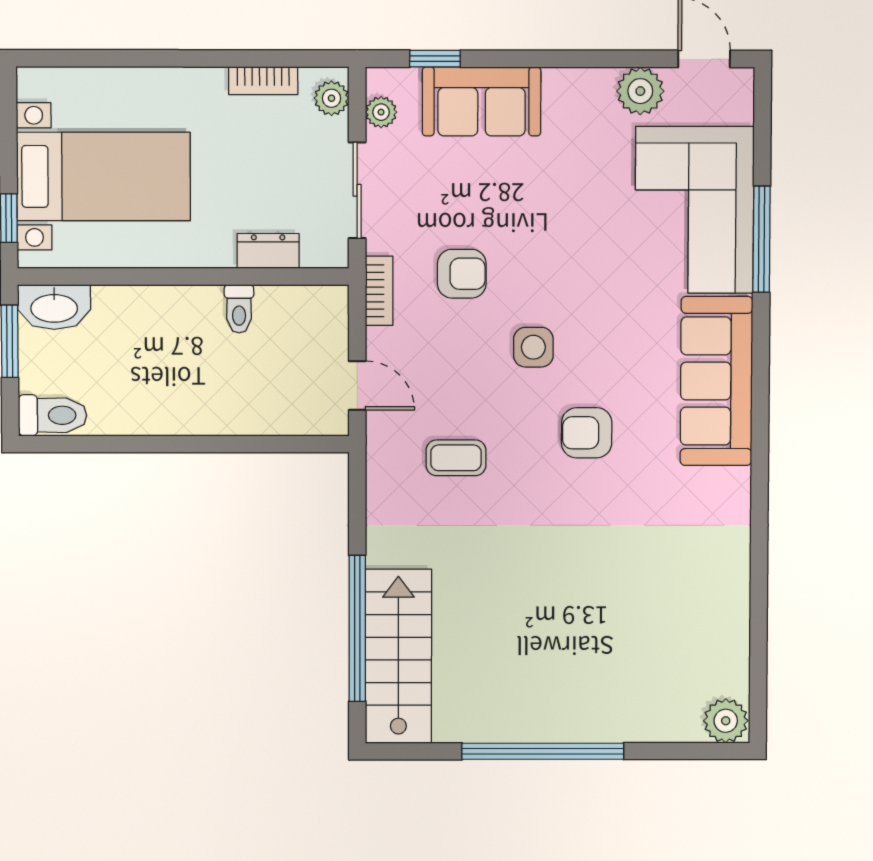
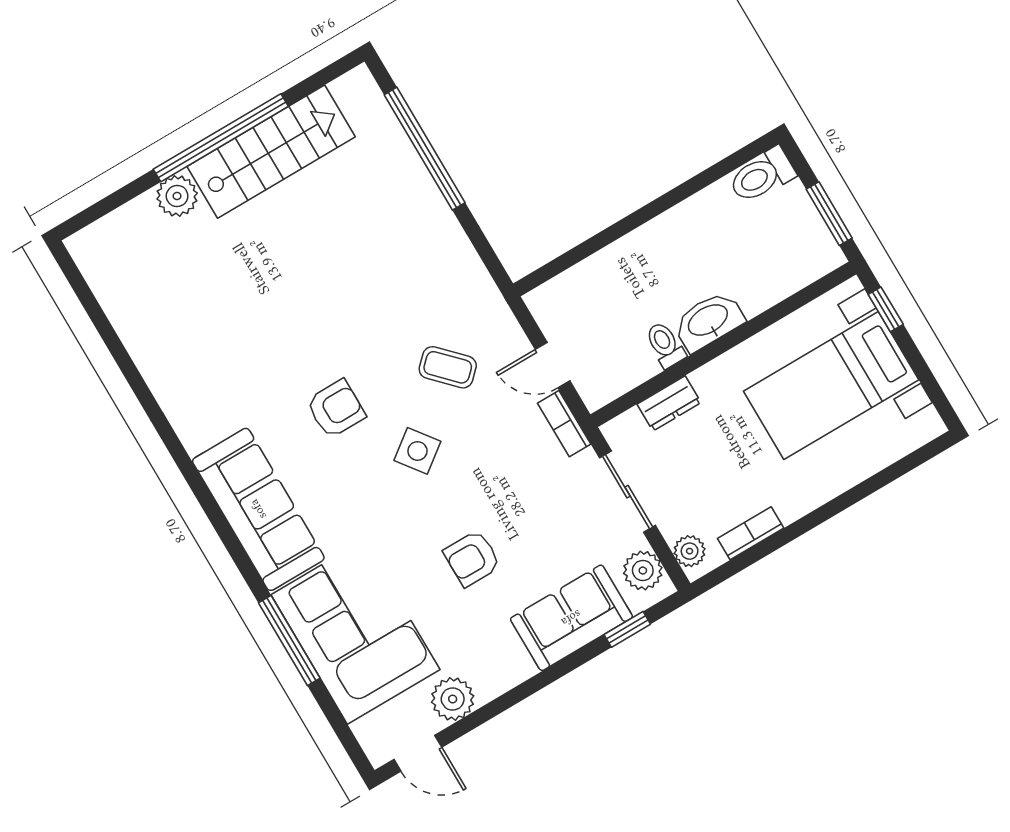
plant: (381, 112) -> (643, 570), width x1.38, depth x1.38
armchair: (462, 274) -> (472, 558), moved
washbasin: (54, 307) -> (708, 321), moved
side table: (533, 347) -> (417, 451), turned -37
door: (357, 386) -> (553, 365), moved
coffee table: (456, 458) -> (448, 367), moved, turned 46
stairs: (398, 656) -> (271, 152), moved, turned -90
plant: (726, 721) -> (177, 196), moved

